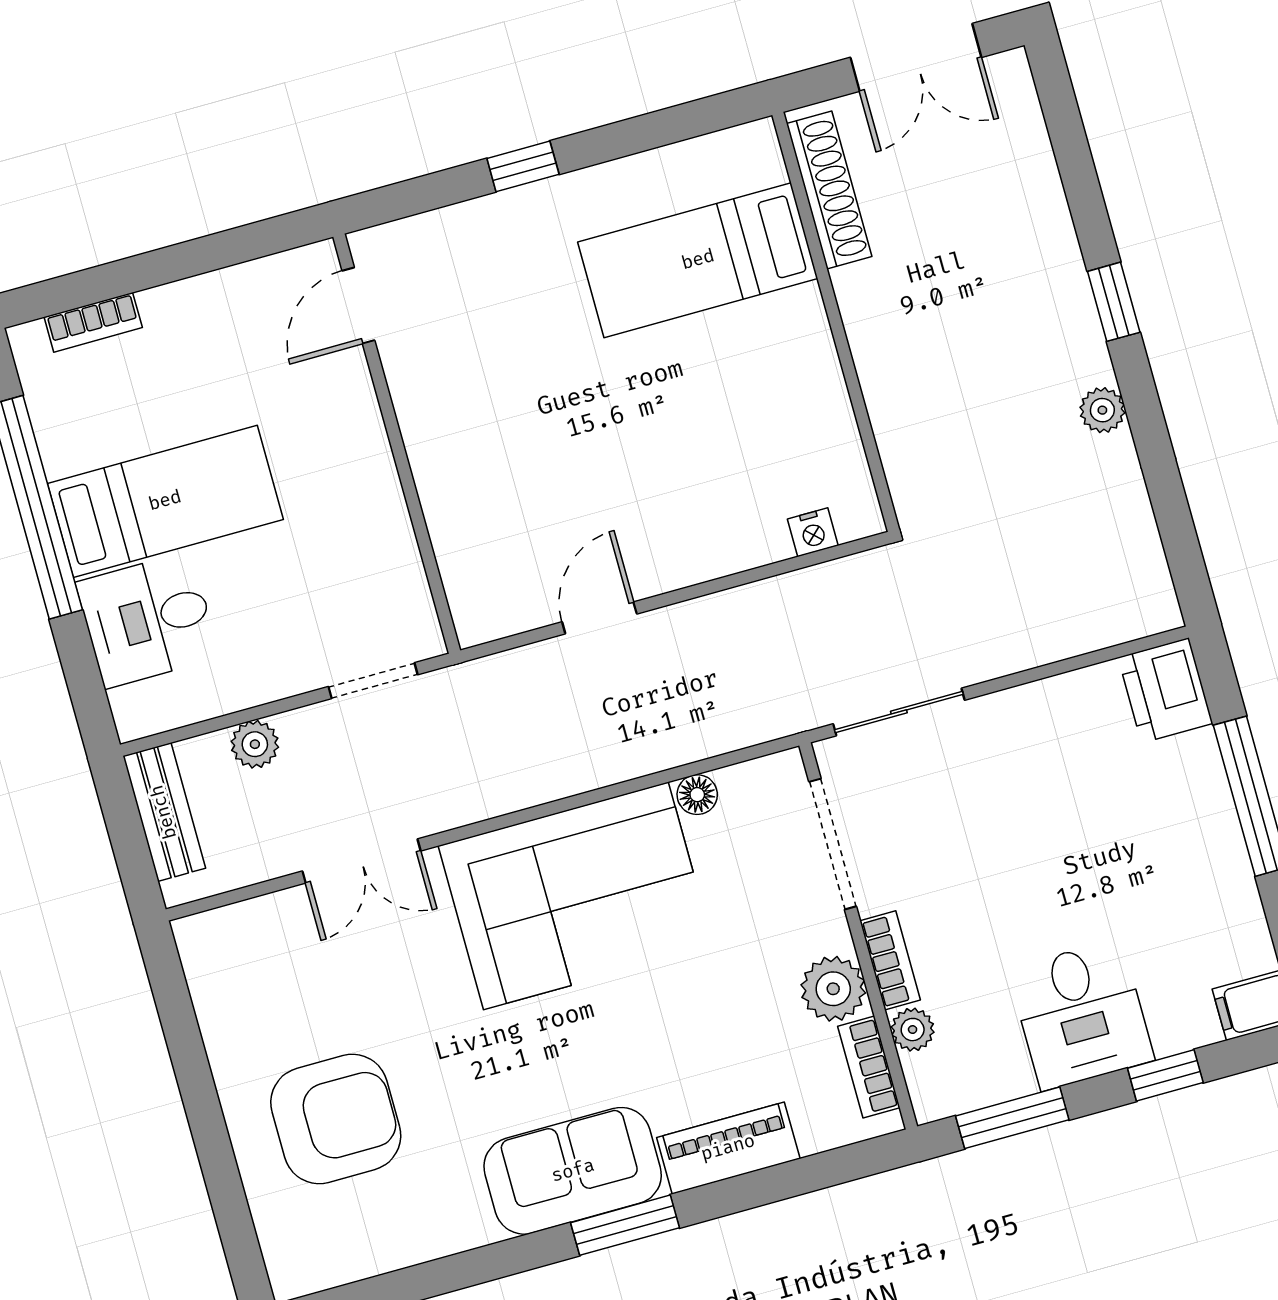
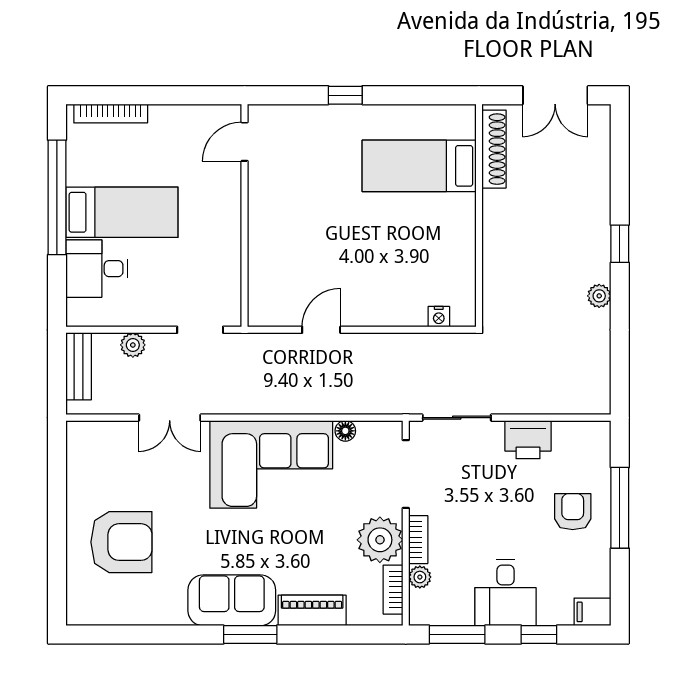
bookcase: (93, 322) -> (111, 113), width x1.56
printer: (1165, 690) -> (528, 440), moved, turned -90
armchair: (1165, 828) -> (573, 512), added
plant: (833, 989) -> (380, 540), width x1.36, depth x1.36

